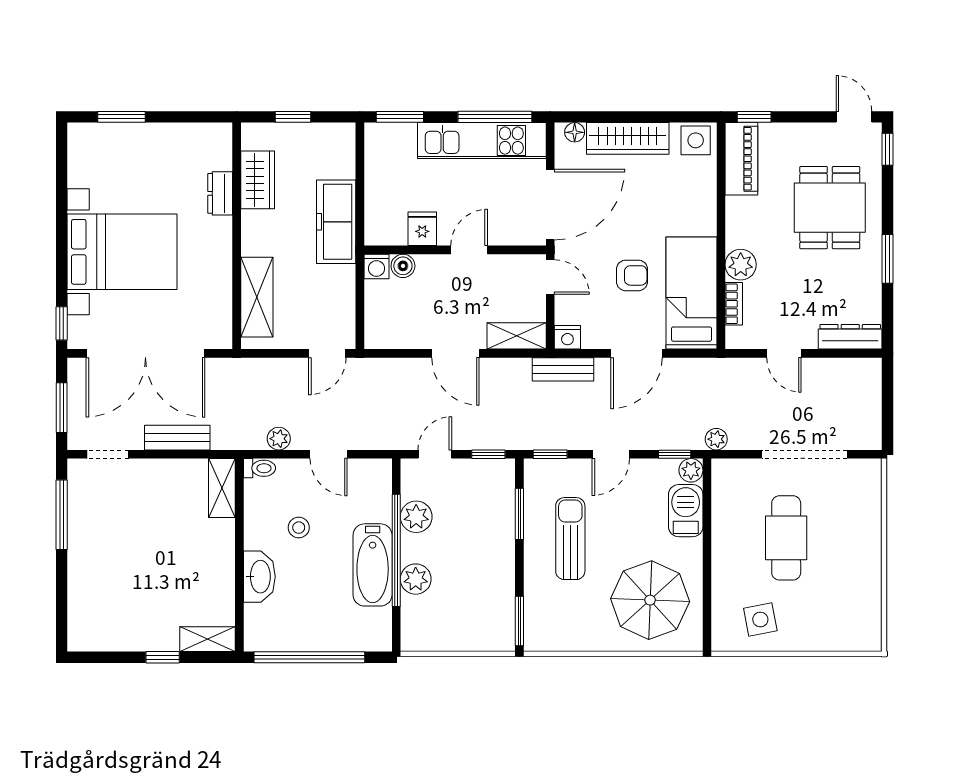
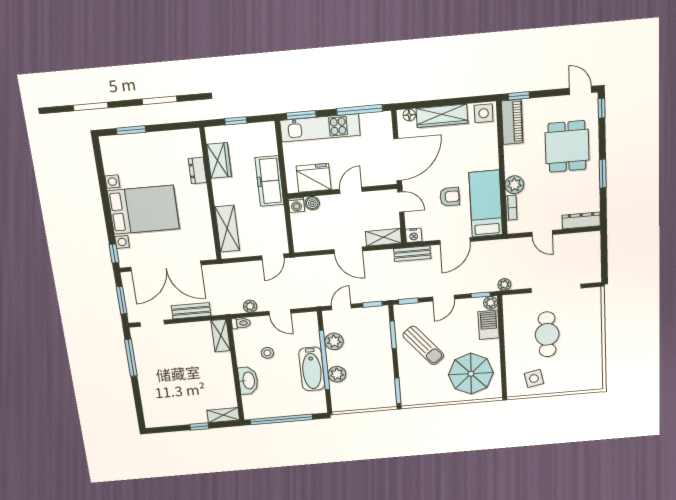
kitchen unit: (482, 141) -> (320, 128), moved
fridge: (422, 229) -> (314, 178), width x1.88, depth x1.34
sun lounger: (570, 539) -> (423, 345), turned 141

